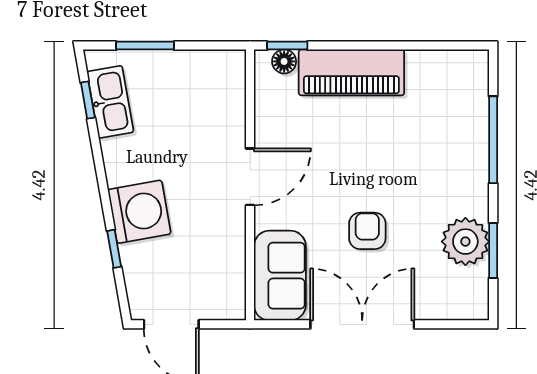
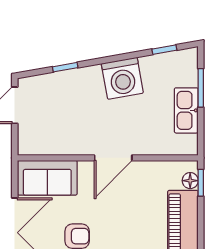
kitchen sink: (110, 102) -> (186, 110), moved, turned 100
door: (250, 177) -> (113, 158), hinge flipped
washing machine: (139, 212) -> (122, 78), moved

